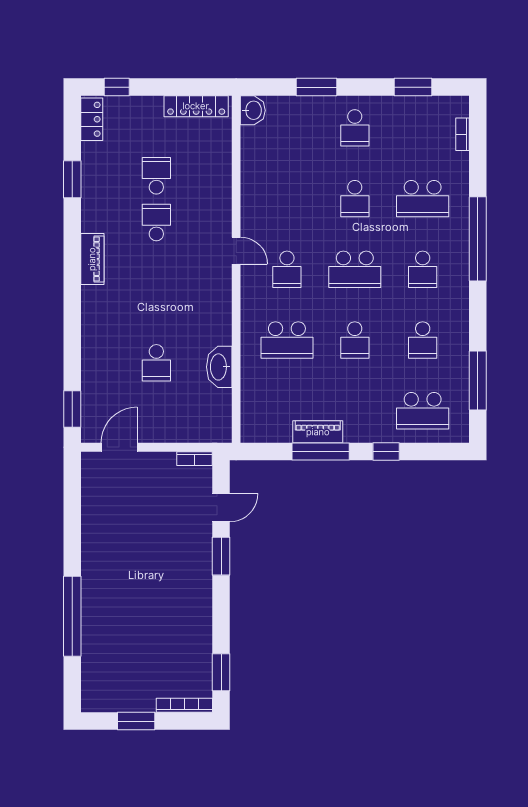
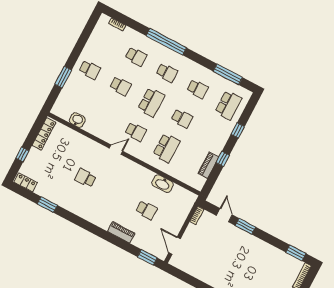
window: (117, 87) -> (22, 154), moved
window: (413, 87) -> (85, 35), removed
washbasin: (253, 110) -> (77, 120), moved
school desk: (156, 176) -> (65, 167), removed
school desk: (423, 199) -> (136, 57), width x0.54
piano: (92, 259) -> (121, 232), moved
piano: (318, 432) -> (208, 165), moved
window: (321, 452) -> (223, 159), width x0.46

